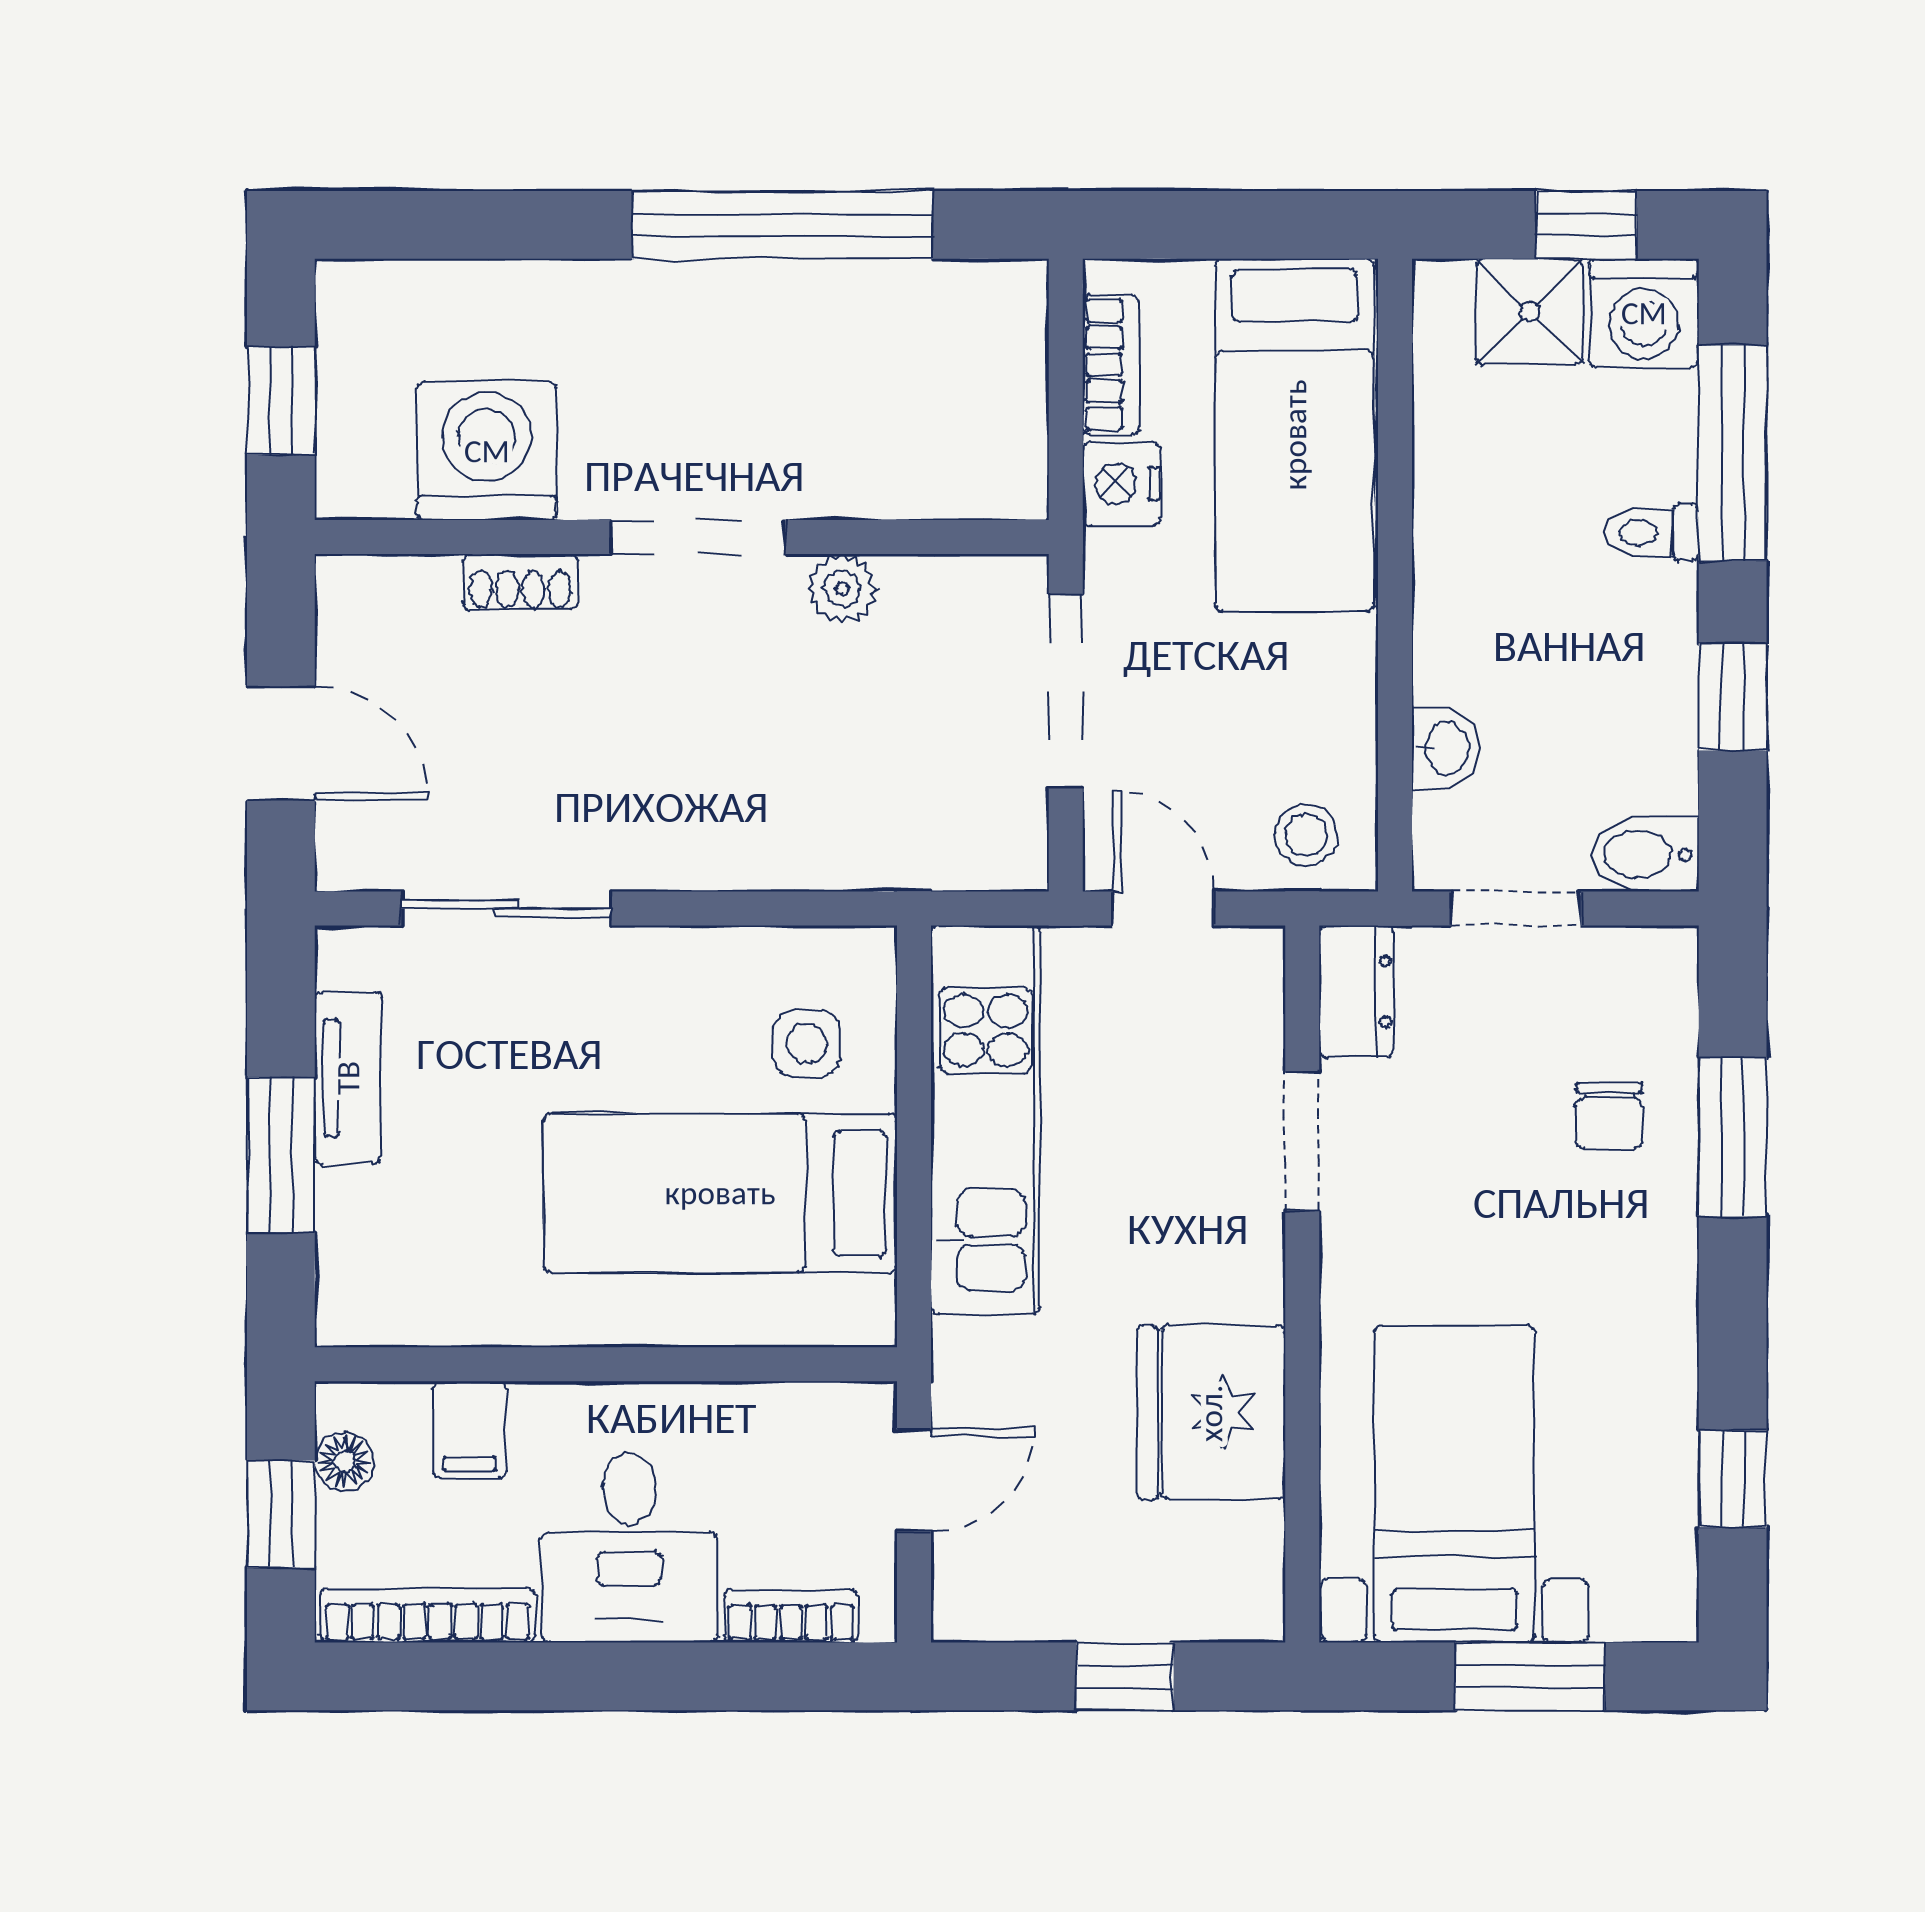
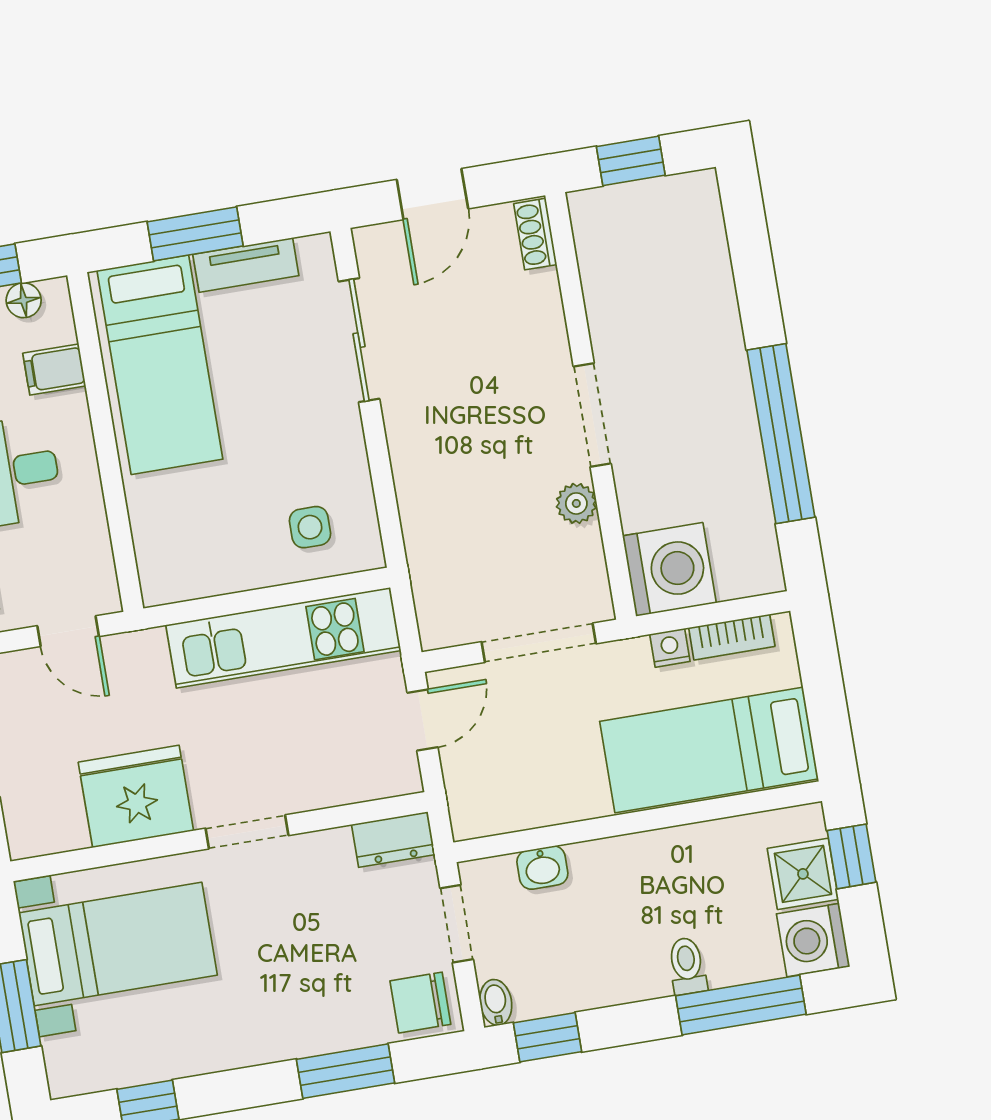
window: (1586, 225) -> (852, 856), moved
washing machine: (487, 451) -> (669, 569), moved
nightstand: (1122, 484) -> (670, 648), width x0.72, depth x0.74
shoe rack: (520, 582) -> (535, 234), moved
window: (1733, 697) -> (548, 1037), moved
stool: (1306, 835) -> (479, 795), removed
bidet: (1645, 854) -> (496, 1002), width x0.72, depth x0.74
chair: (1609, 1115) -> (420, 1003), moved, width x1.37, depth x1.37
doorway: (1302, 1141) -> (247, 832), moved
bed: (720, 1193) -> (160, 365), moved, turned 180

